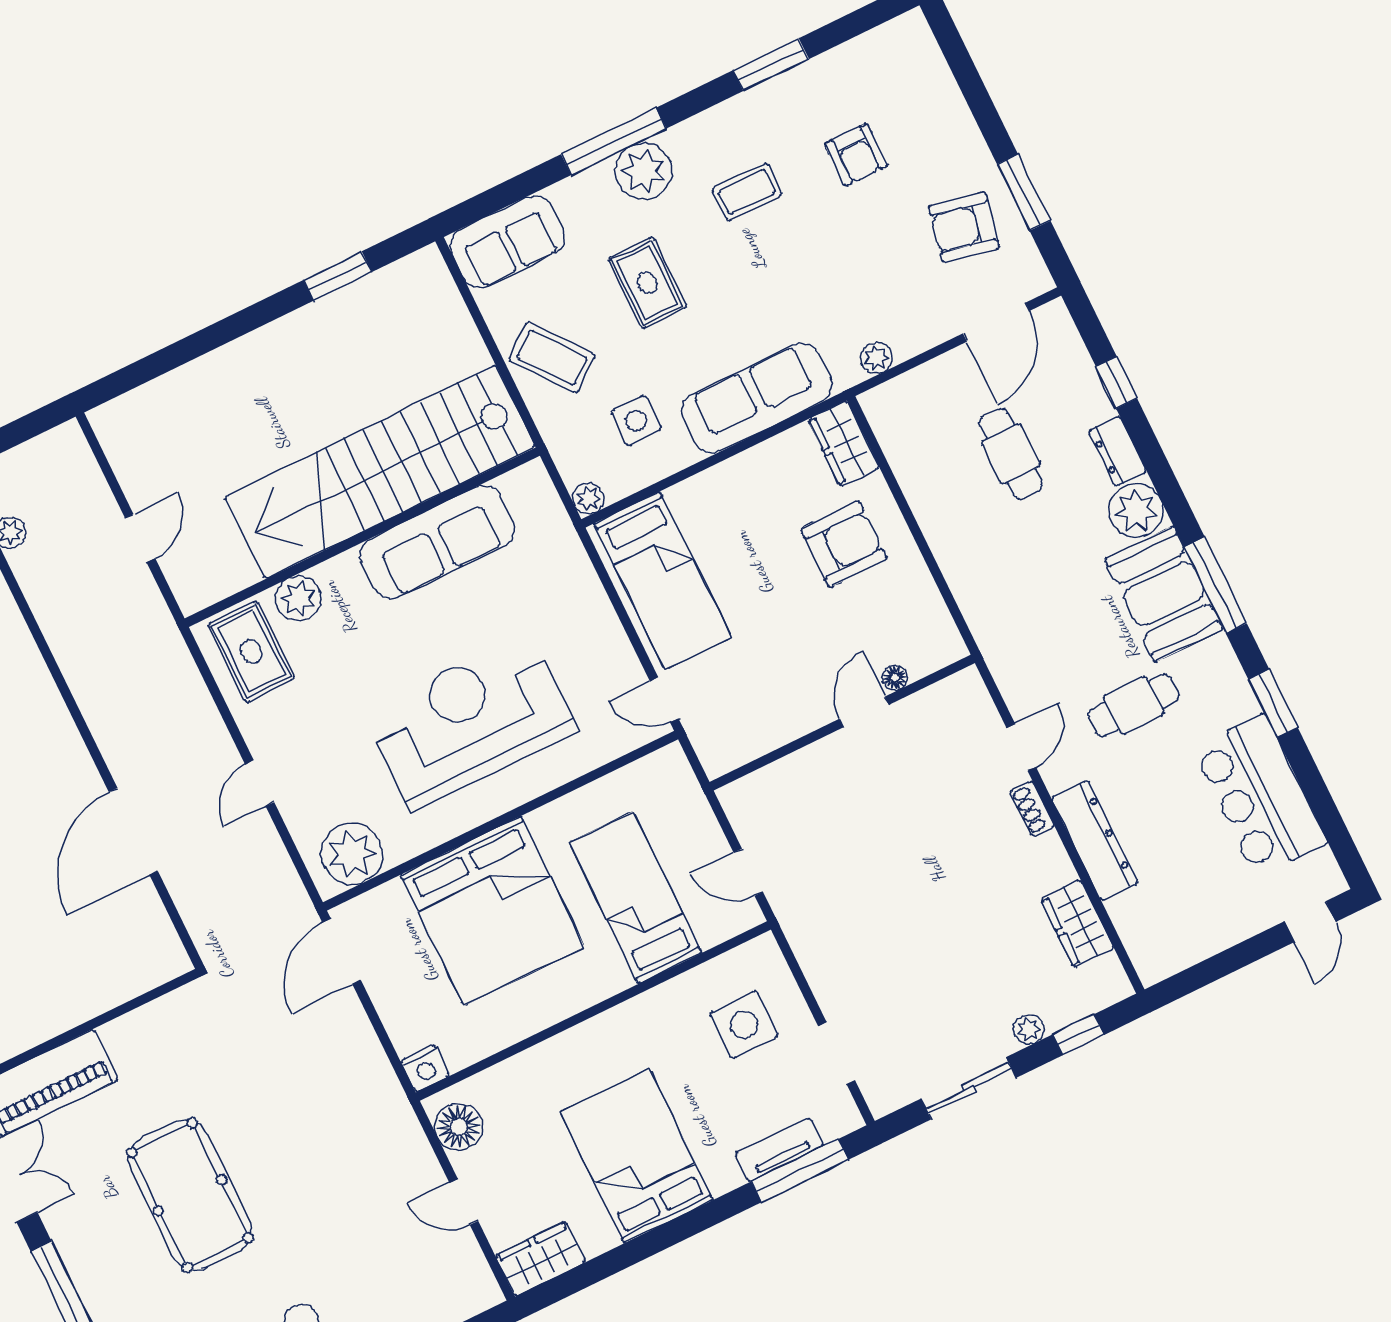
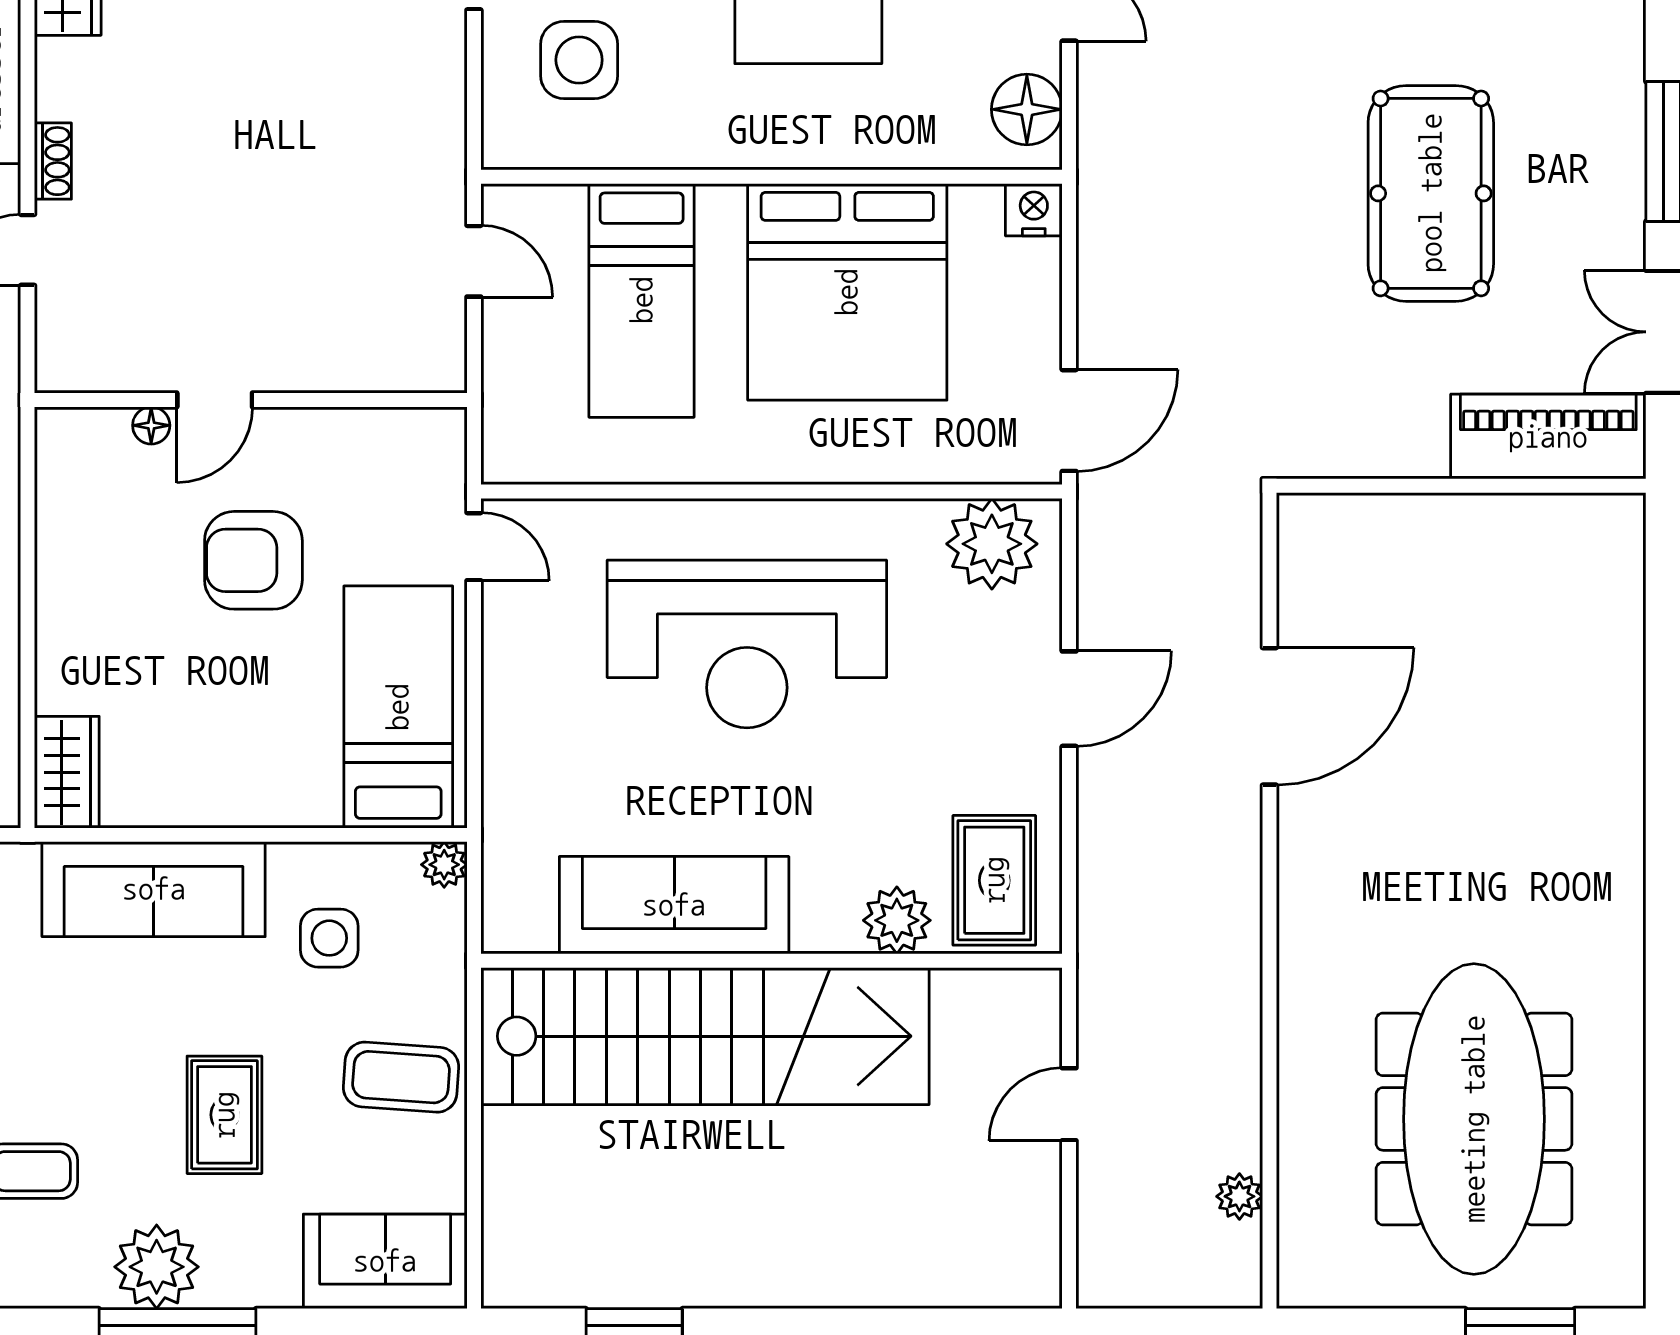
coffee table: (552, 358) -> (401, 1077), turned -48
armchair: (844, 544) -> (253, 560), moved
door: (260, 783) -> (1069, 699), width x1.38
bed: (492, 911) -> (847, 292), moved, turned 180

